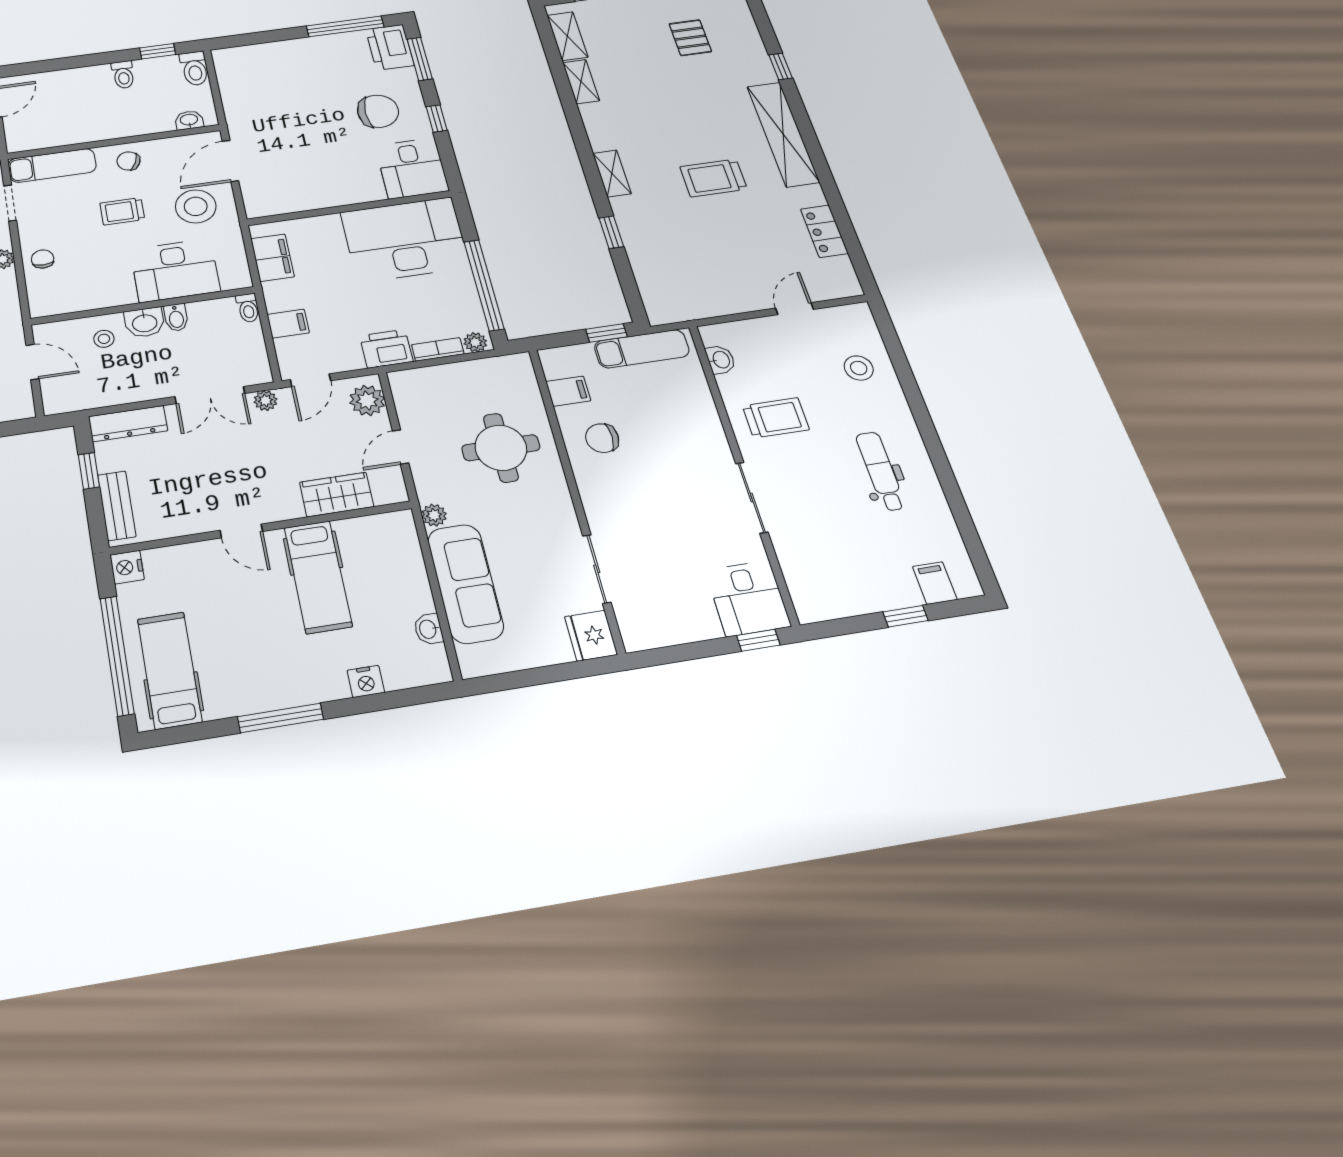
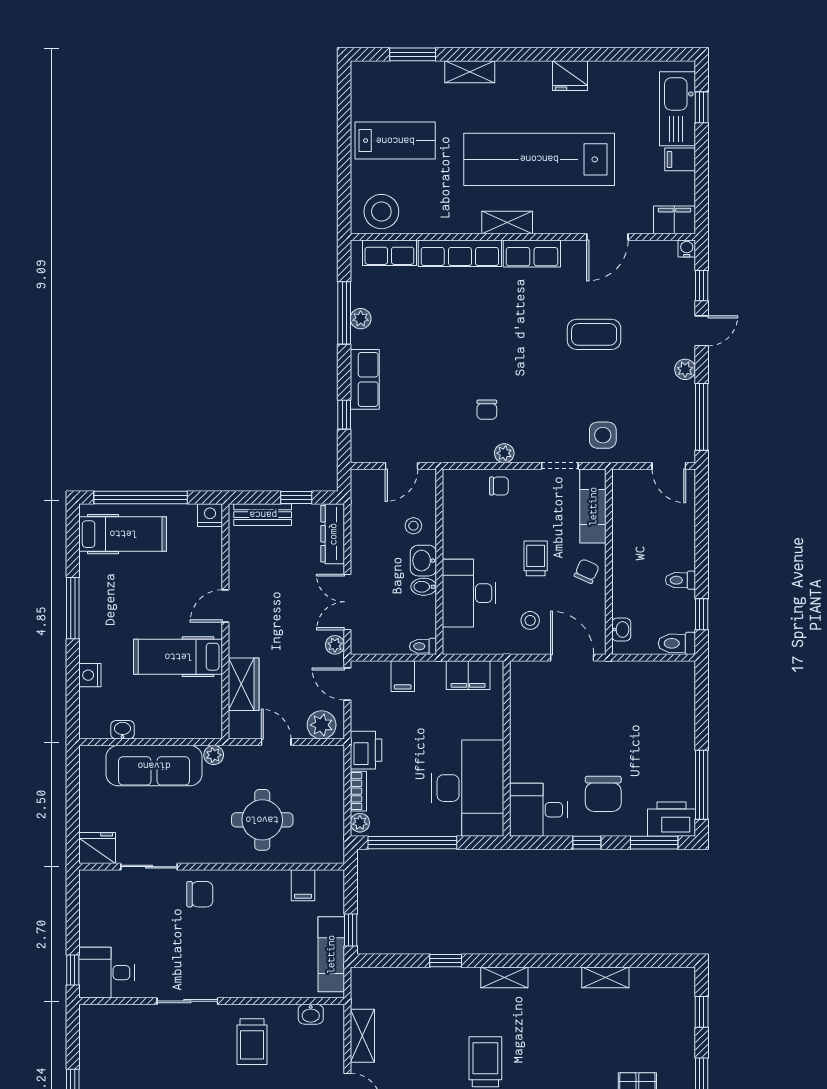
shelving: (567, 36) -> (362, 1036), moved, turned 90
stool: (196, 206) -> (530, 620), width x0.53, depth x0.53
chair: (602, 438) -> (200, 894), moved, turned 90

